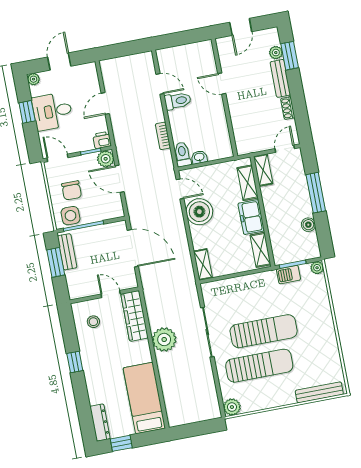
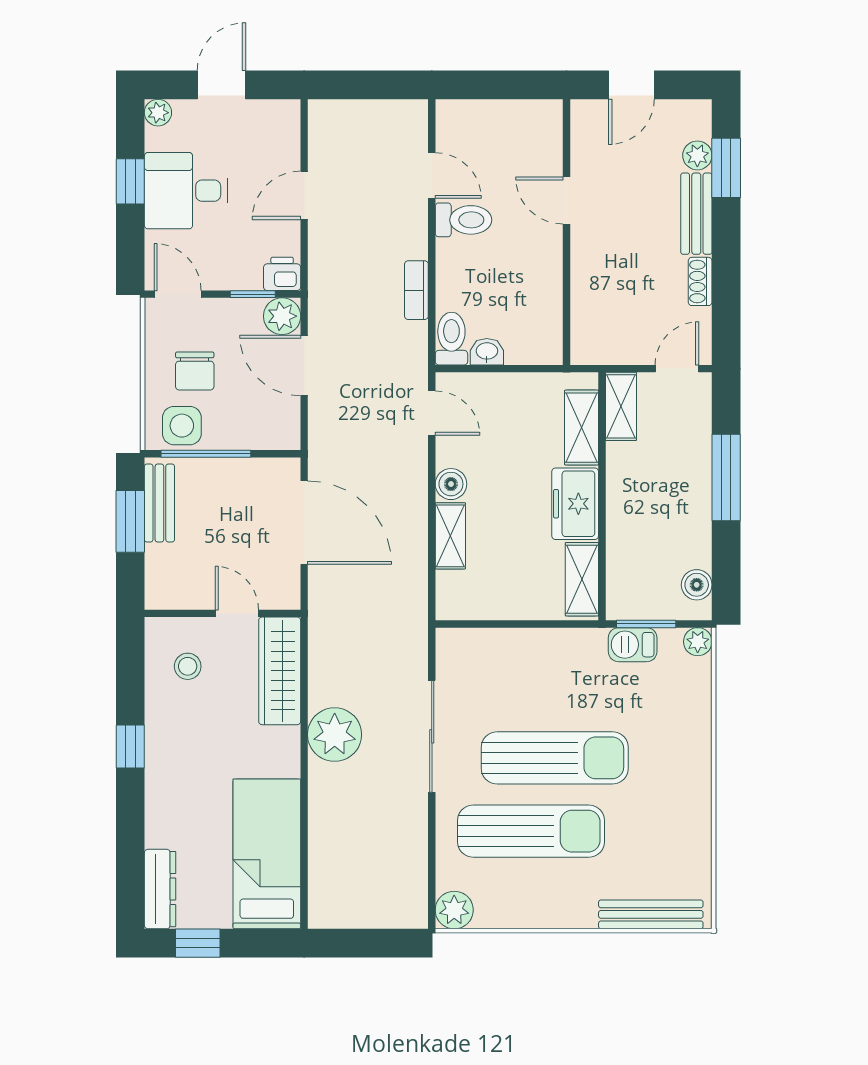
boiler: (199, 212) -> (451, 484), width x0.54, depth x0.54
boiler: (308, 225) -> (697, 585), moved
shelving: (203, 264) -> (450, 536), moved

